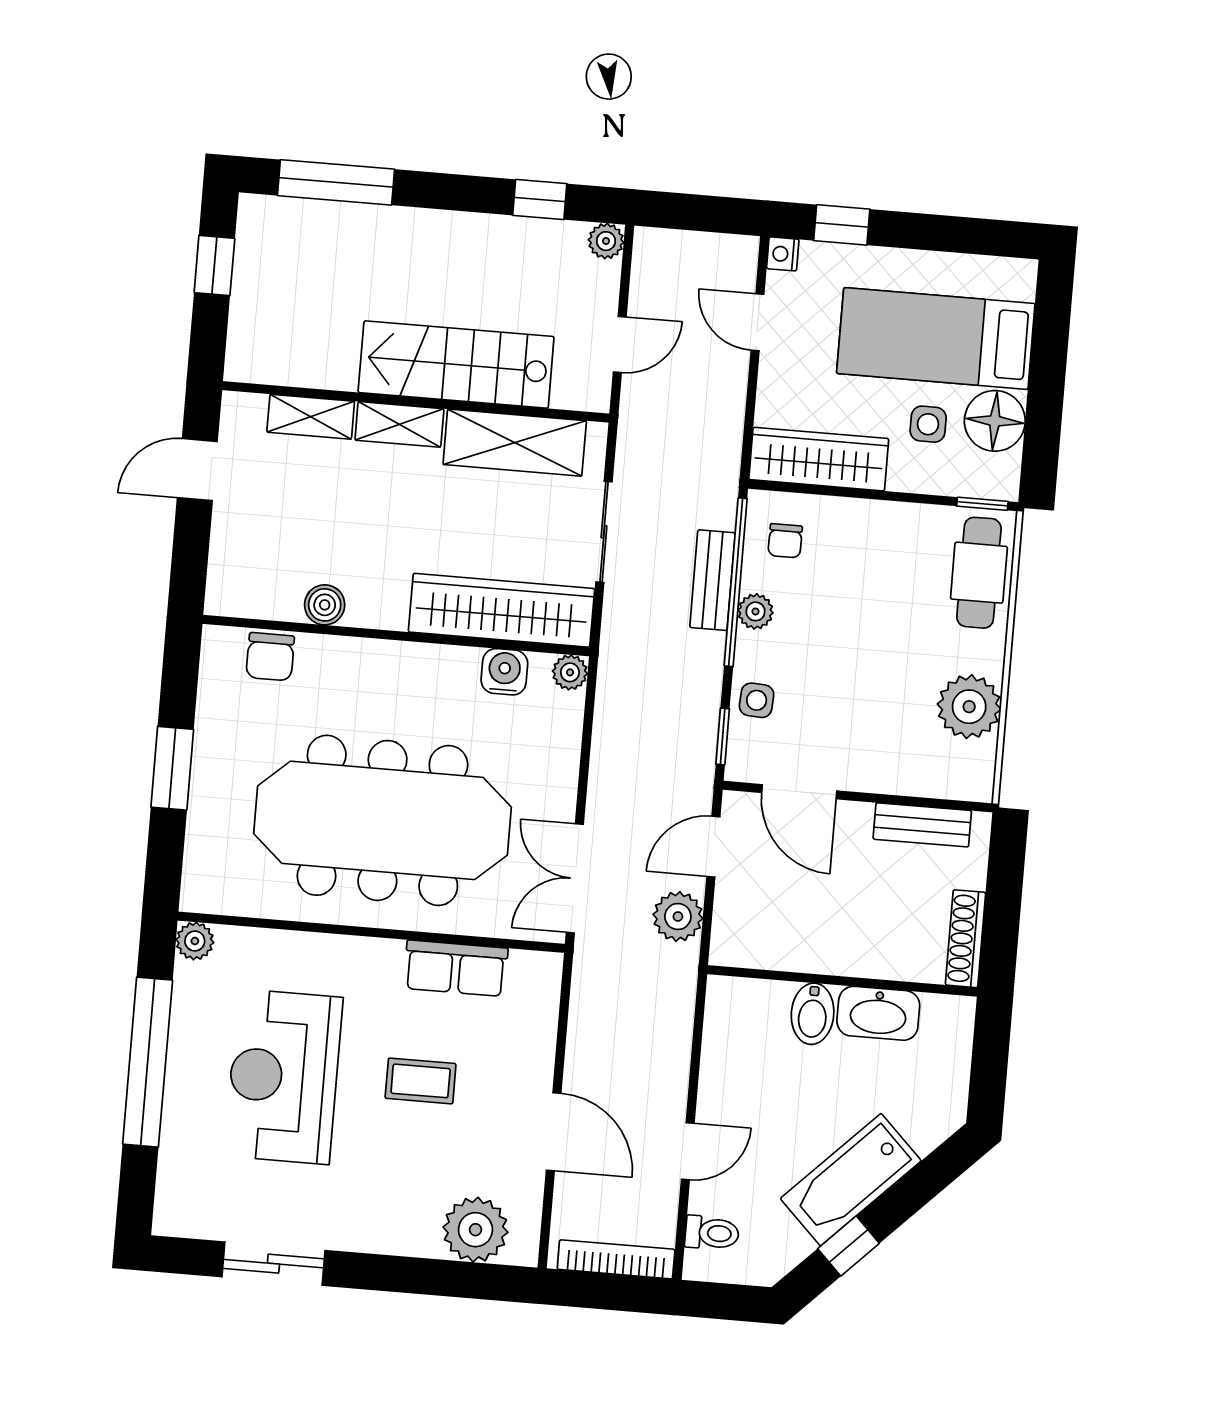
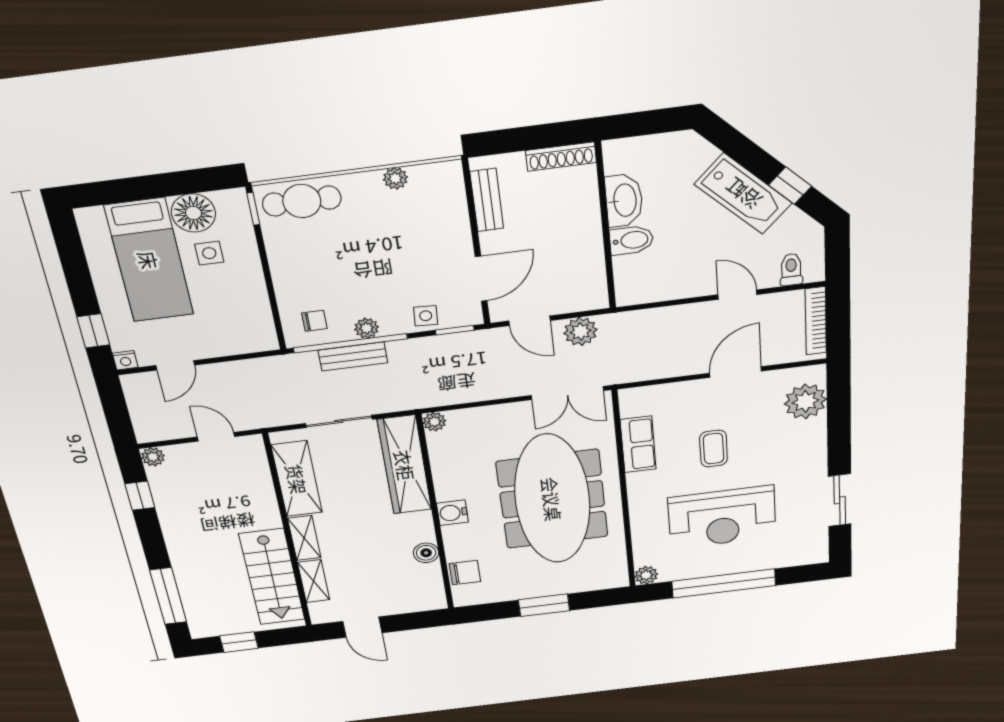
stairs: (456, 365) -> (272, 577), moved
wardrobe: (819, 459) -> (254, 313), removed
water cooler: (504, 672) -> (452, 513), moved
plant: (969, 707) -> (395, 178), width x0.53, depth x0.53

